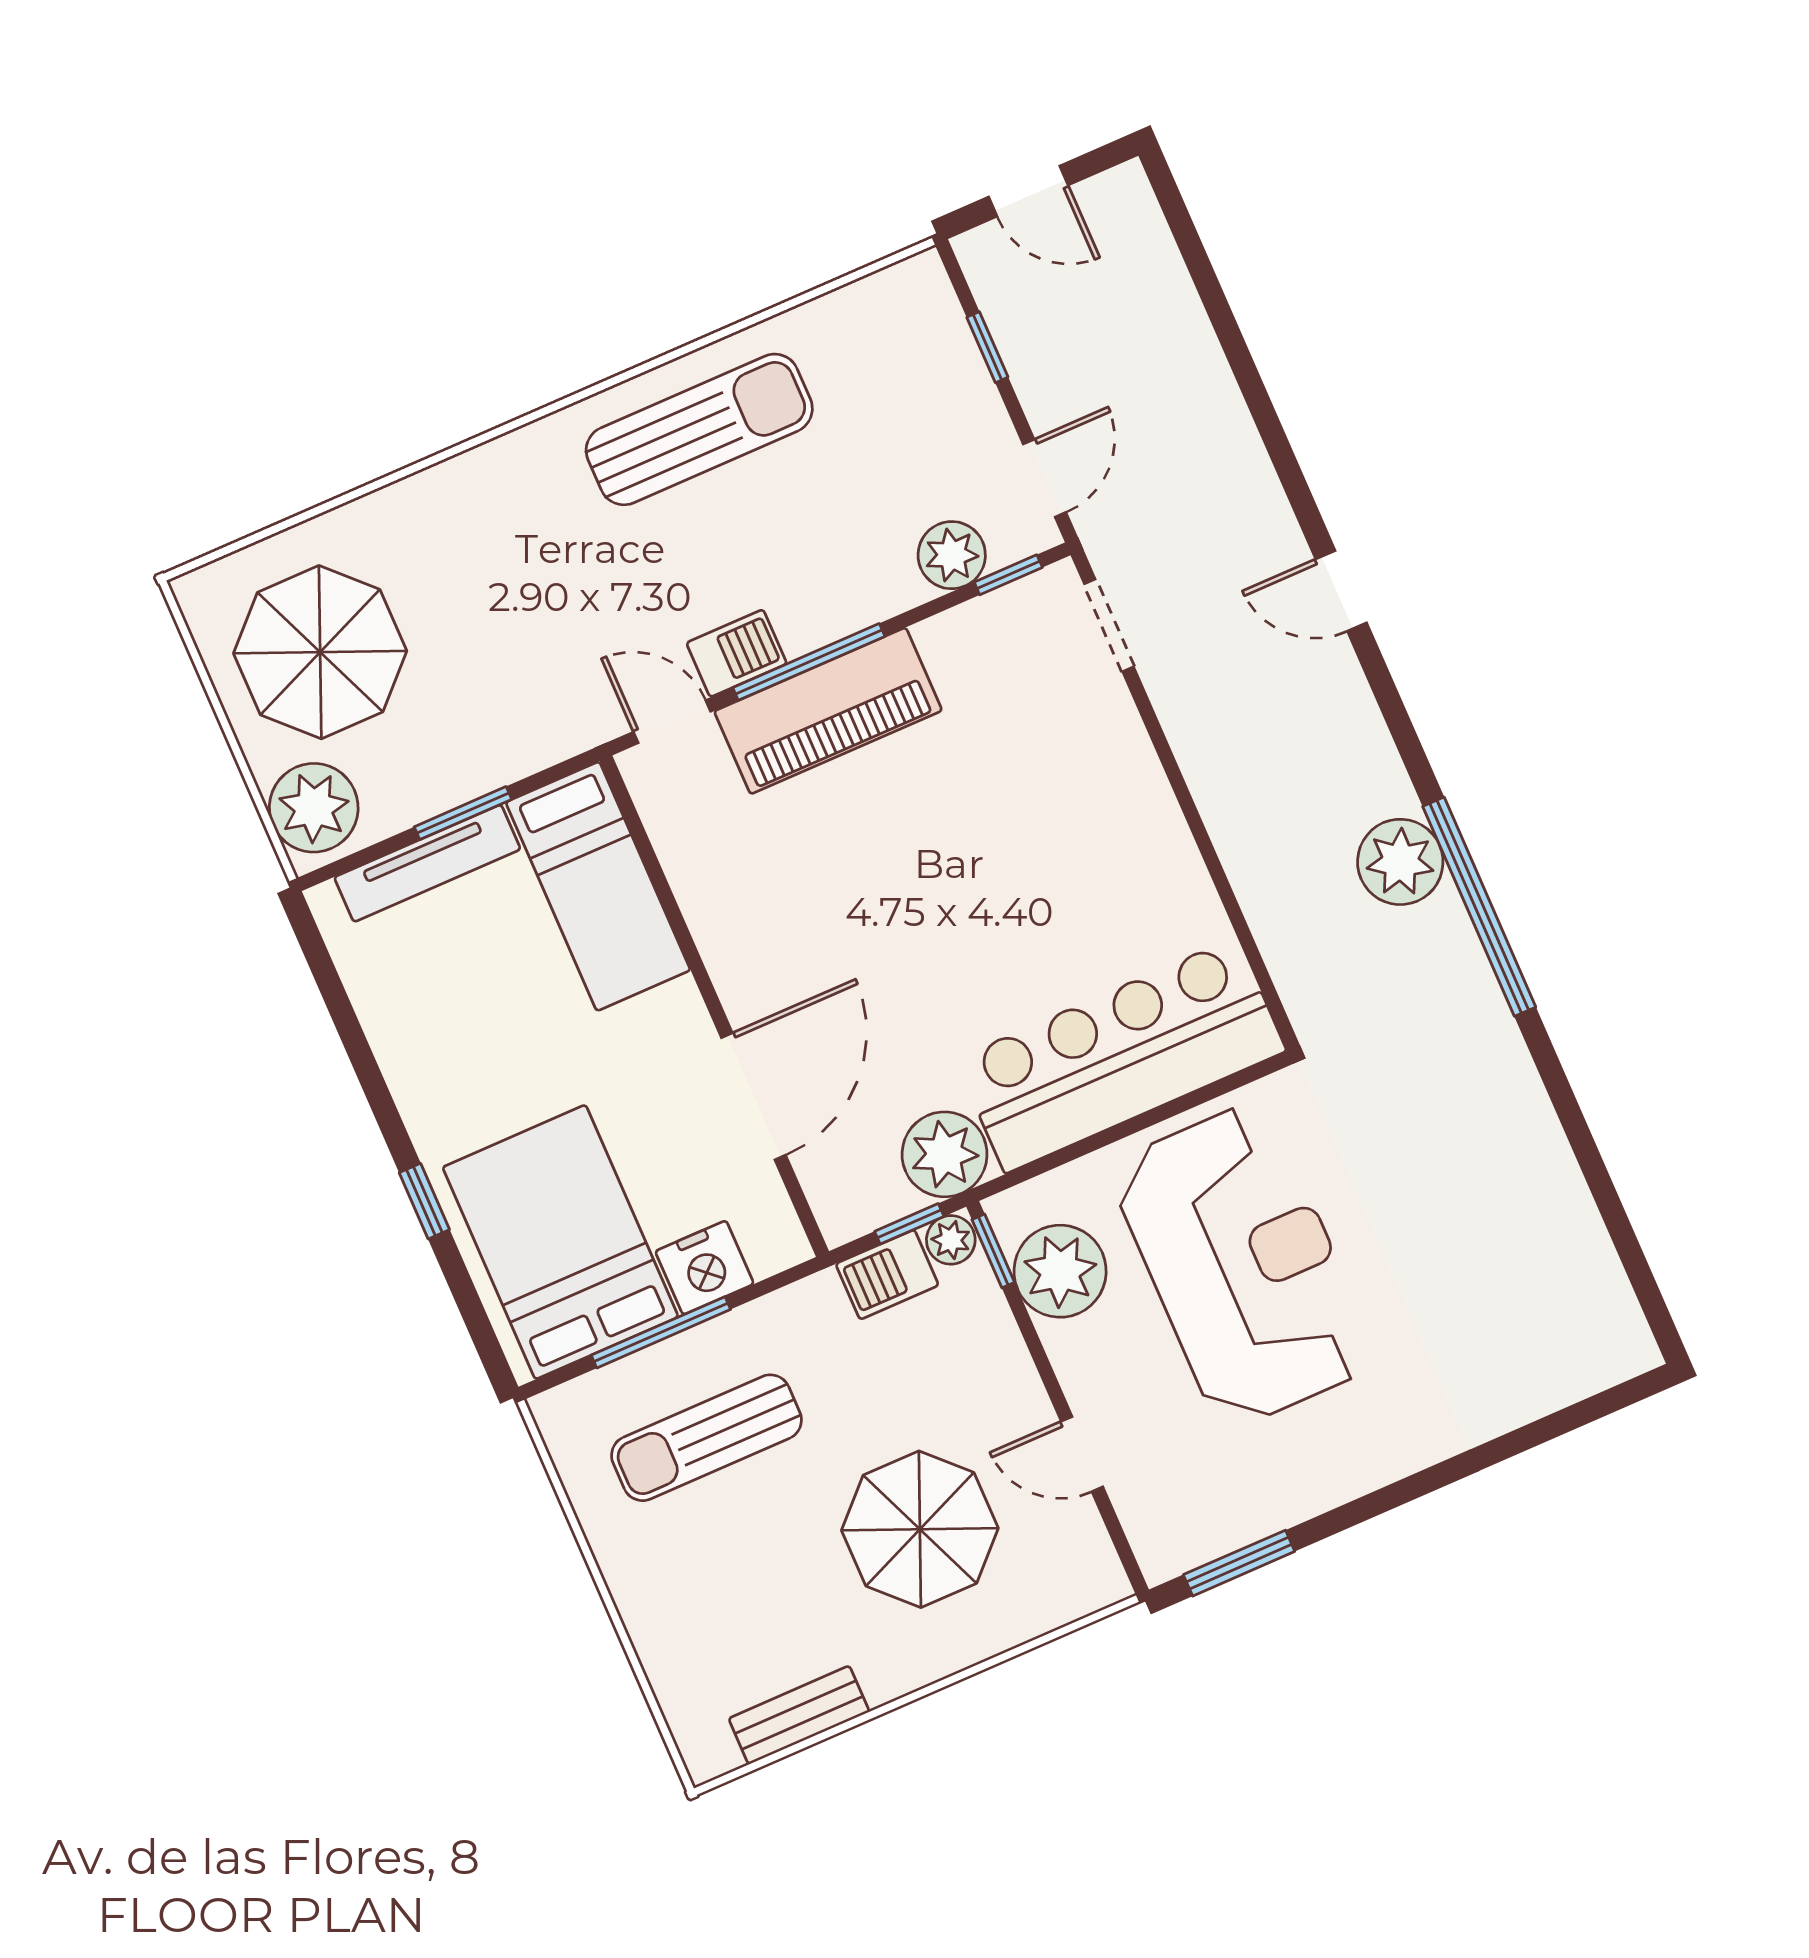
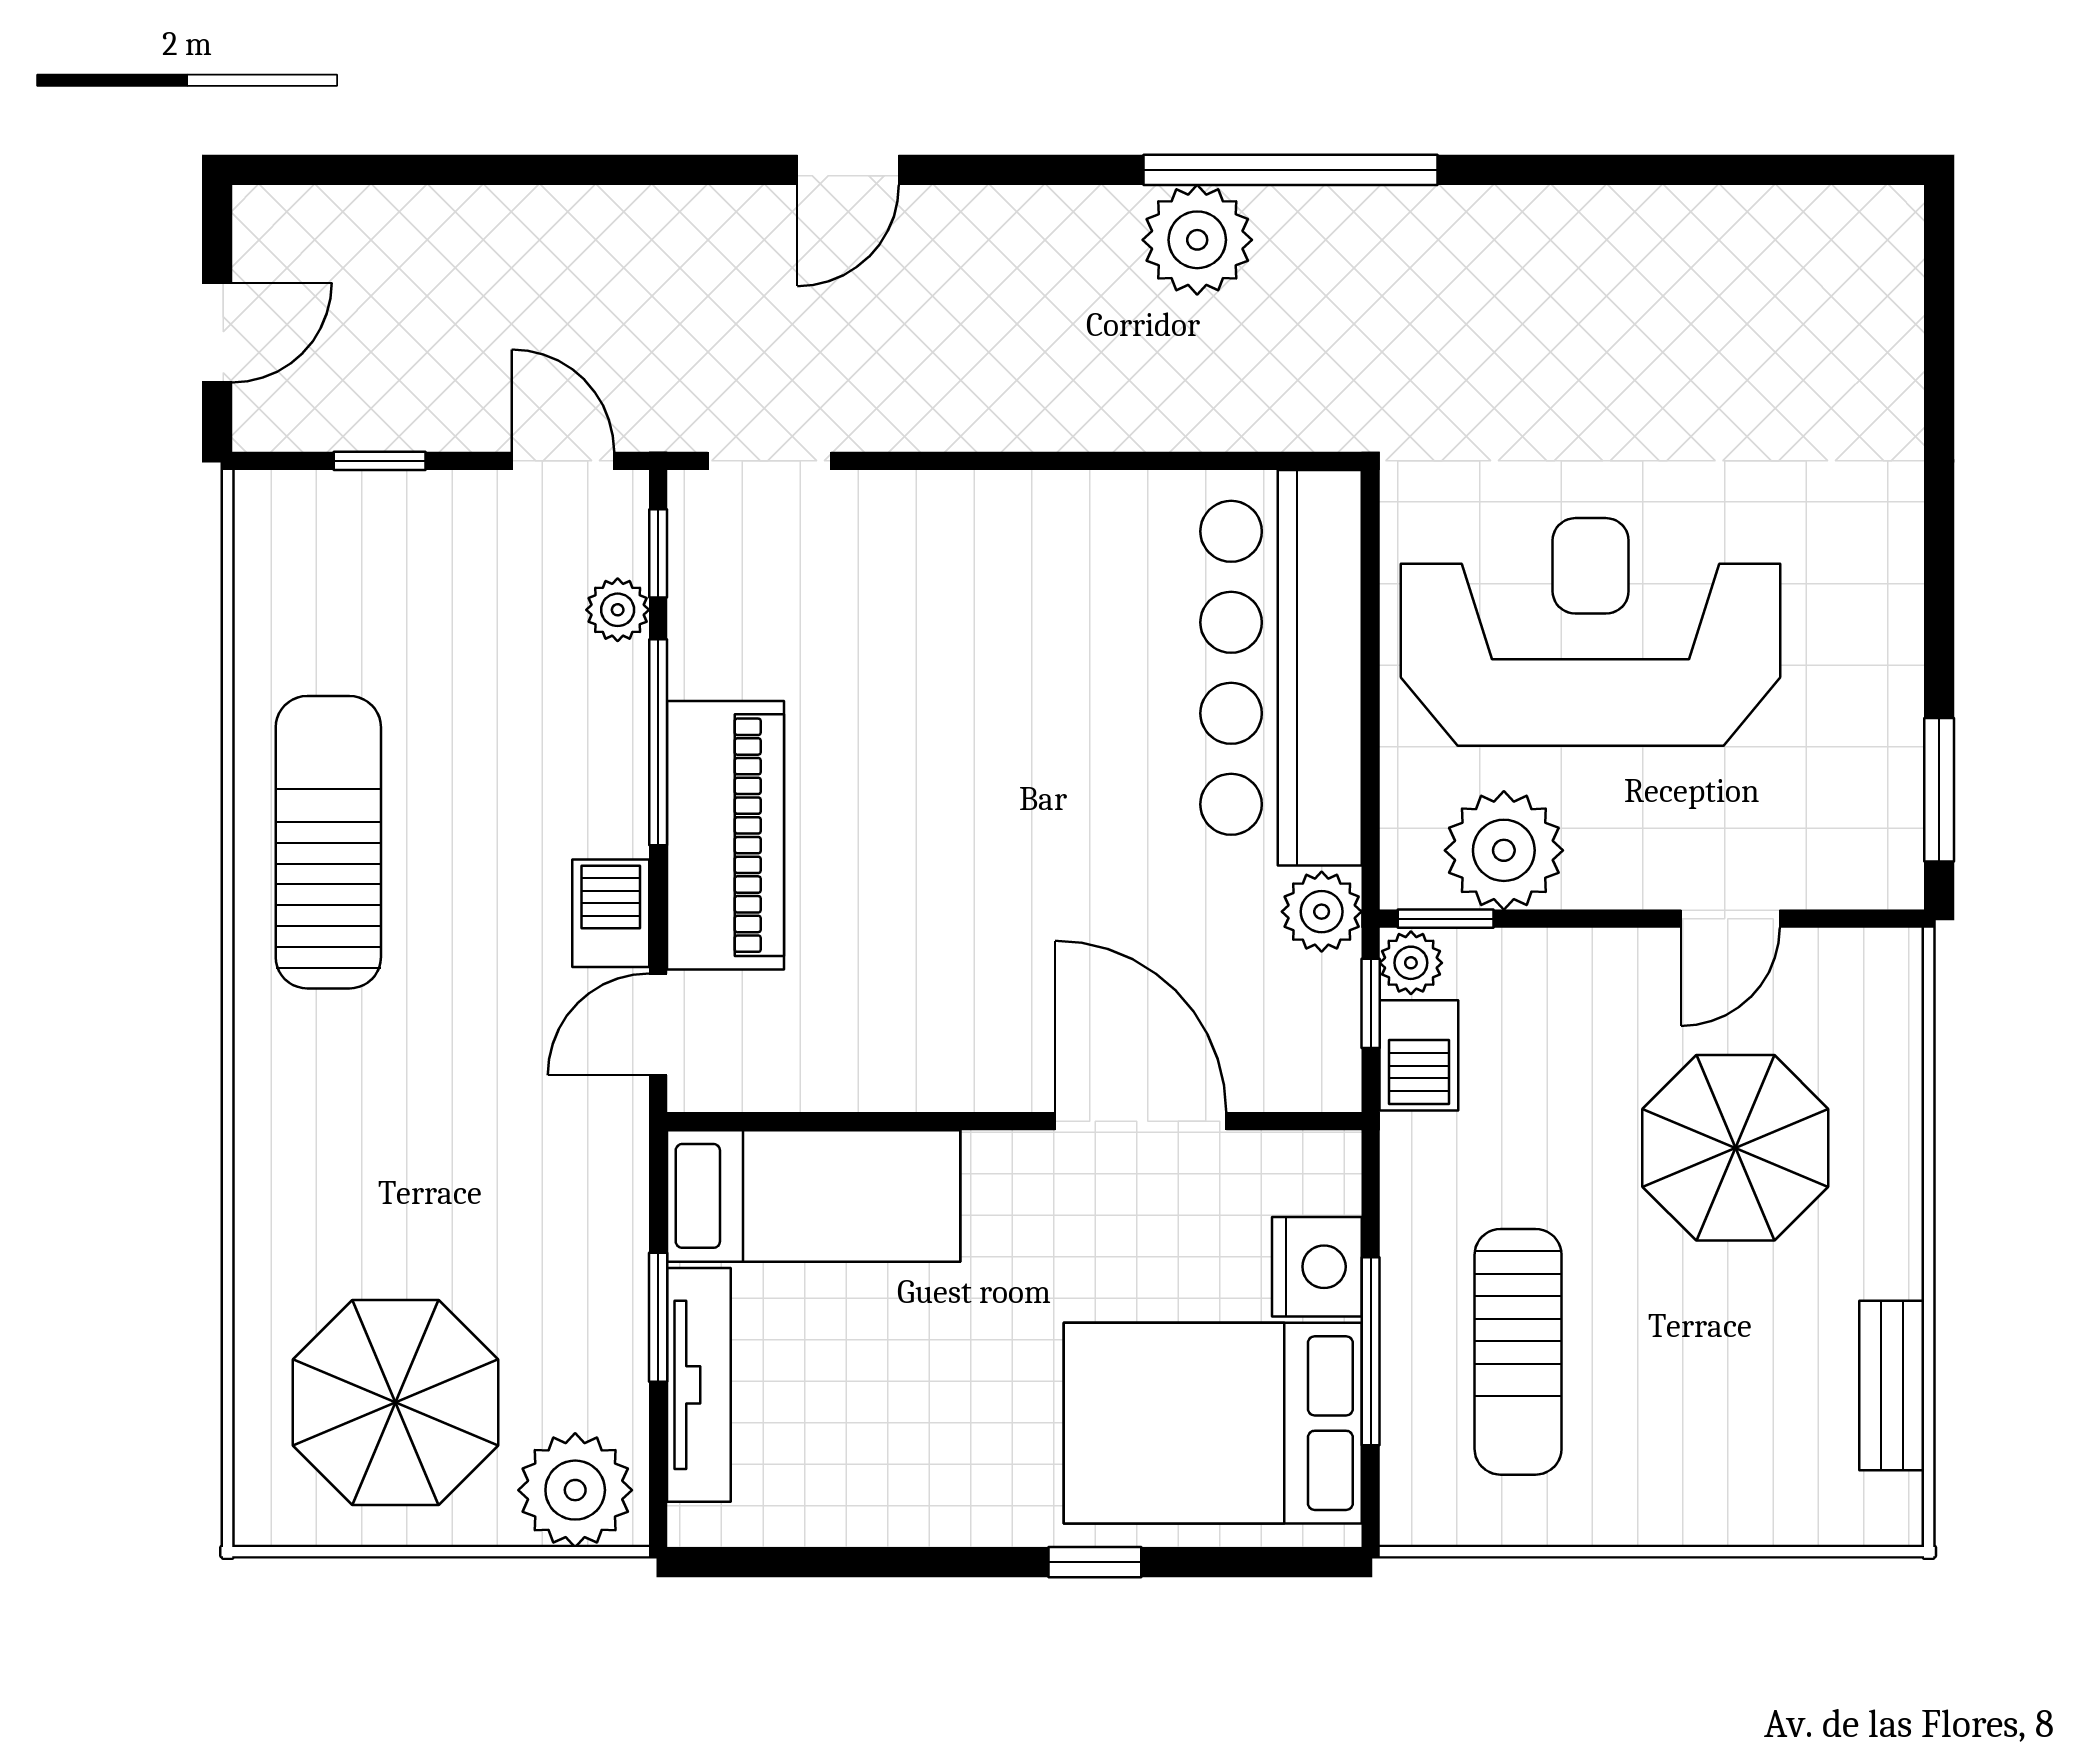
plant: (952, 555) -> (618, 610), width x0.73, depth x0.73
window: (809, 662) -> (658, 742), moved
plant: (945, 1154) -> (1322, 912), width x0.73, depth x0.73

